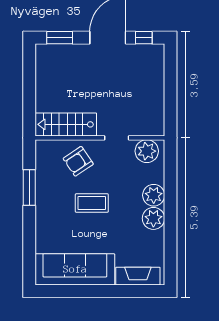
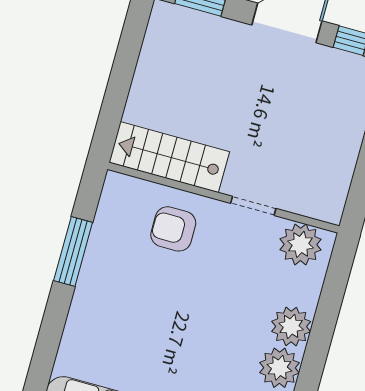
armchair: (78, 161) -> (173, 229), turned 34
coffee table: (92, 203) -> (177, 310), removed

